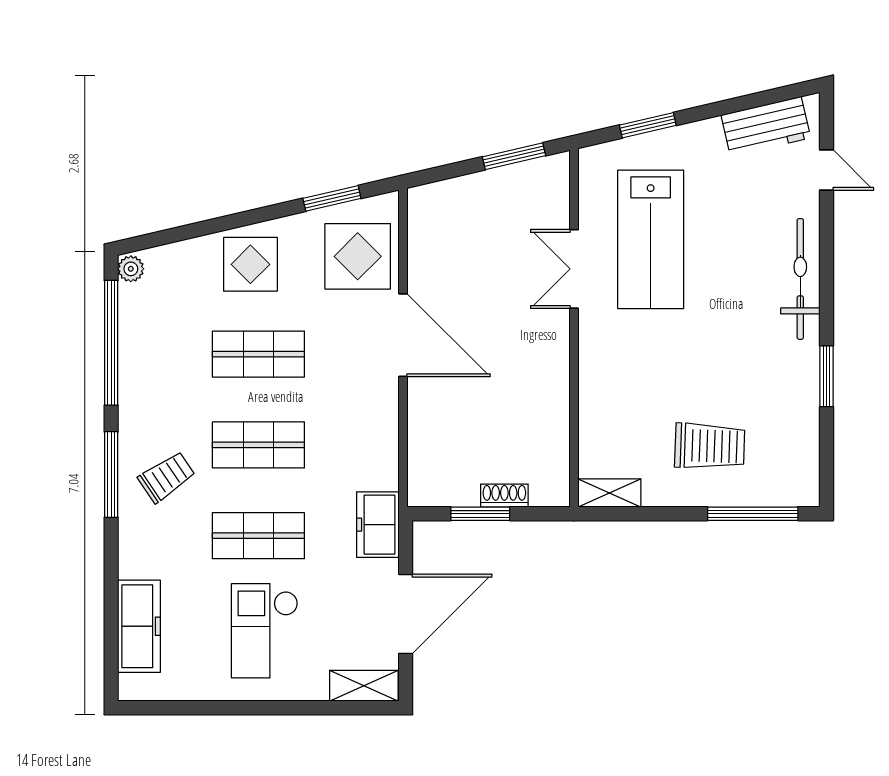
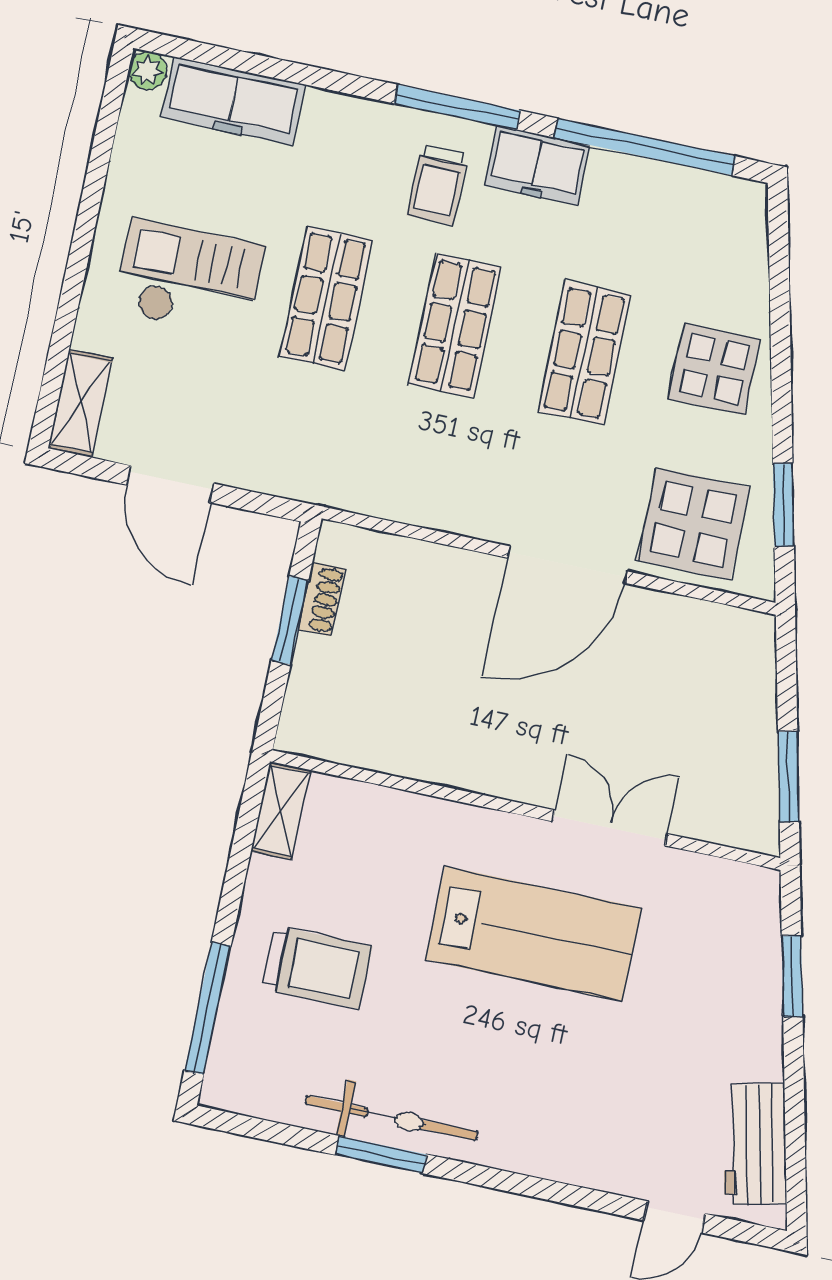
lab bench: (651, 239) -> (534, 934), moved, turned 180
plant: (131, 269) -> (148, 71), moved
bicycle: (800, 279) -> (392, 1118), moved
trolley: (710, 446) -> (317, 967), turned -92
trolley: (166, 477) -> (437, 185), turned 34
shoe rack: (504, 496) -> (321, 599), moved
freezer: (378, 525) -> (537, 165), moved, turned 180
door: (406, 614) -> (170, 484), width x0.73

